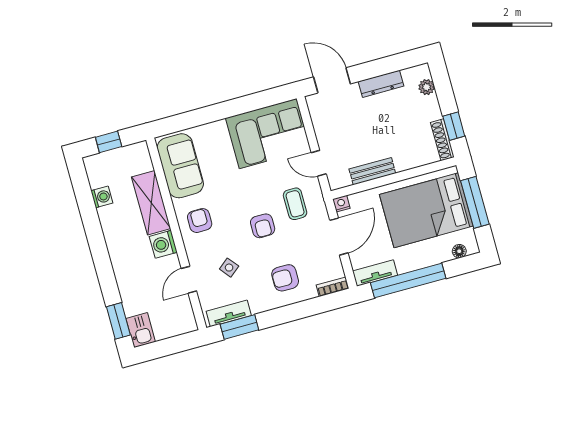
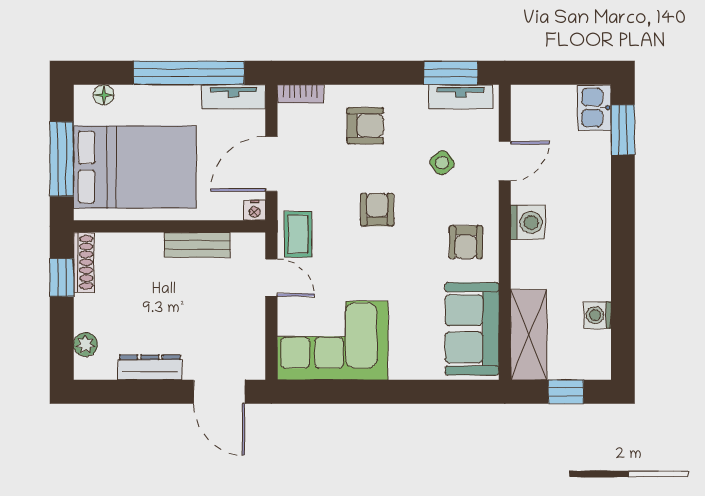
shelving: (151, 203) -> (529, 335), moved
coffee table: (295, 204) -> (298, 234), moved

